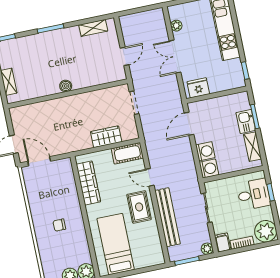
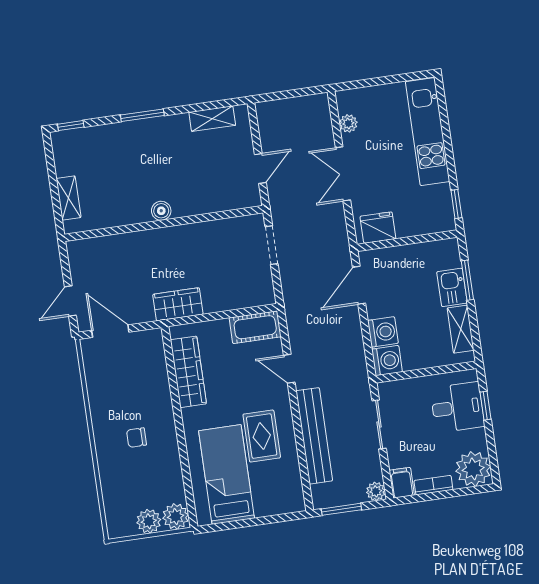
wardrobe: (106, 137) -> (178, 304), moved
rug: (139, 207) -> (262, 436), moved

